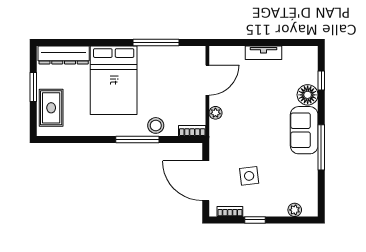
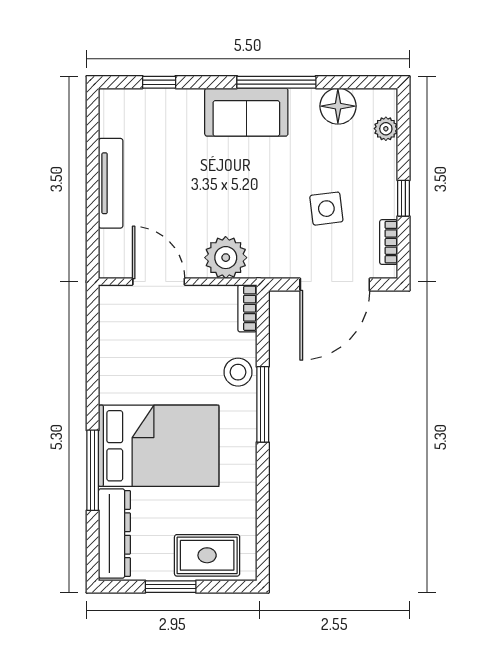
window: (156, 42) -> (93, 470), moved
tv unit: (264, 53) -> (111, 183), width x1.41
floor lamp: (308, 95) -> (338, 106), moved
plant: (215, 113) -> (226, 258), width x1.87, depth x1.87

